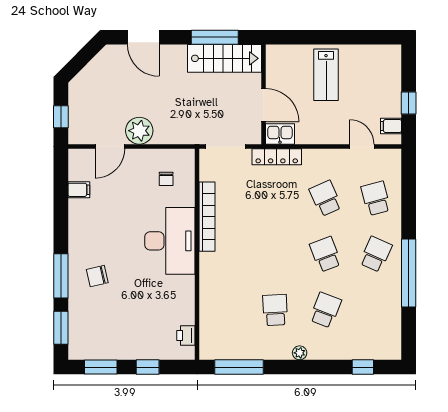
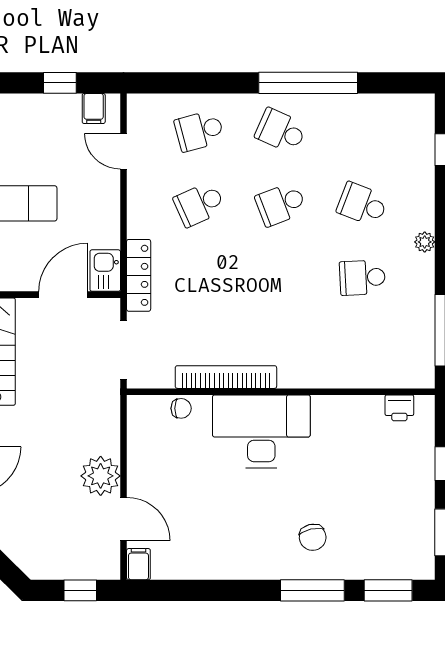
door: (362, 146) -> (124, 151), hinge flipped
chair: (166, 179) -> (181, 408), moved
filing cabinet: (79, 190) -> (138, 564), moved

